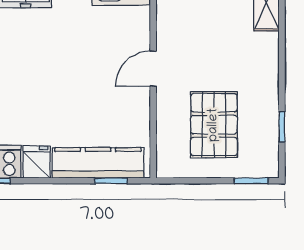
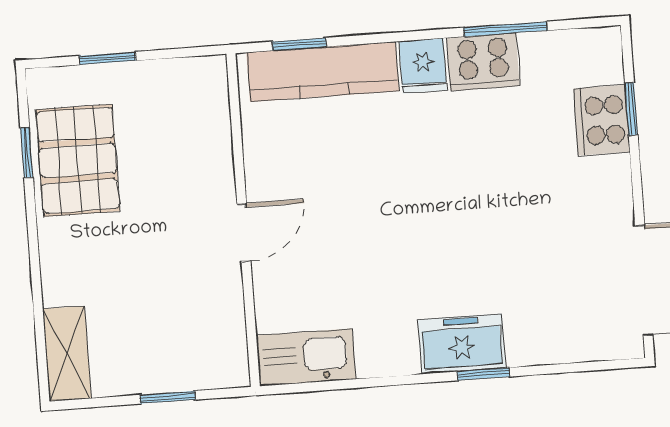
pallet: (214, 125) -> (78, 160), moved
window: (251, 181) -> (107, 58), moved

